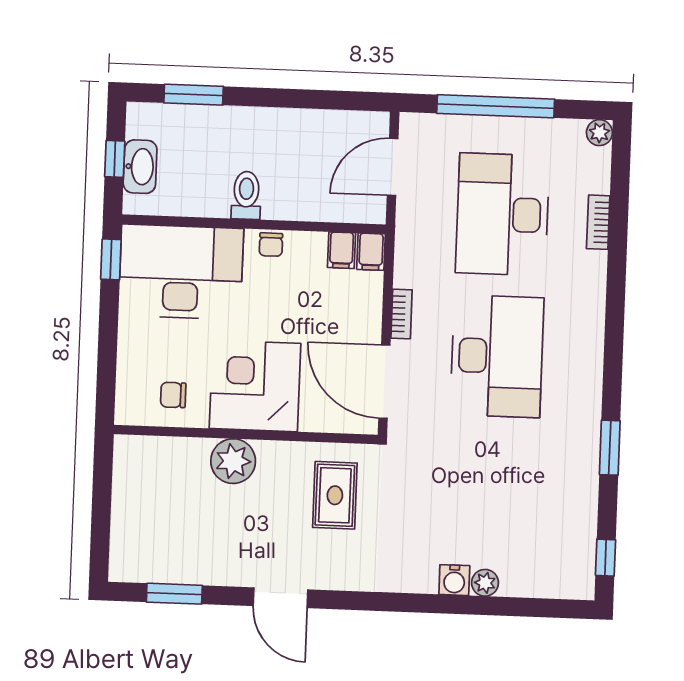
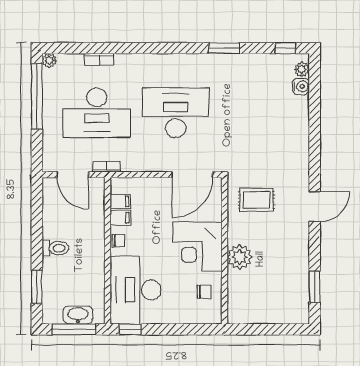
window: (496, 106) -> (37, 96), moved
window: (115, 159) -> (74, 329), width x2.17
toilet: (246, 195) -> (55, 248), moved, turned 180
filing cabinet: (371, 252) -> (120, 218), moved
bookcase: (401, 314) -> (106, 167), moved
chair: (173, 395) -> (204, 292), turned -90
water cooler: (454, 580) -> (301, 86), moved
plant: (485, 583) -> (302, 69), moved
door: (281, 598) -> (315, 207), moved

